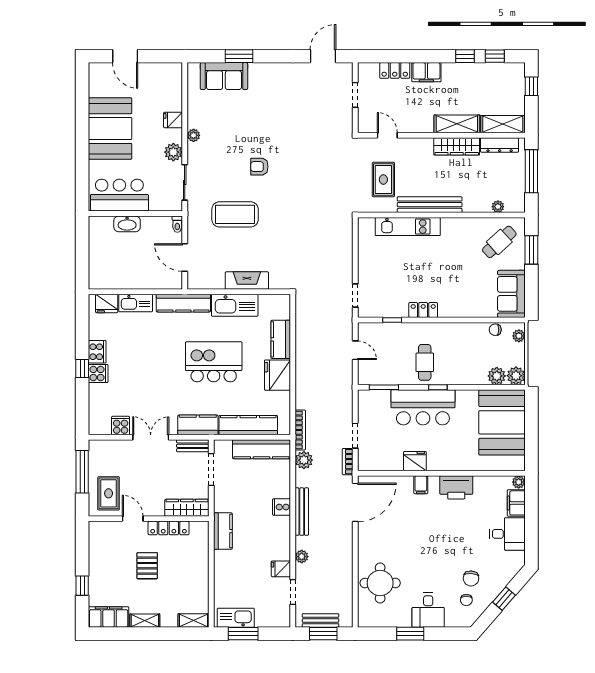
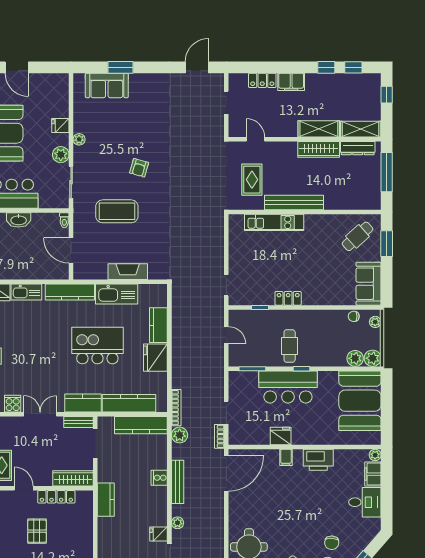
armchair: (259, 167) -> (139, 168), turned -74
plant: (498, 207) -> (356, 204), removed

